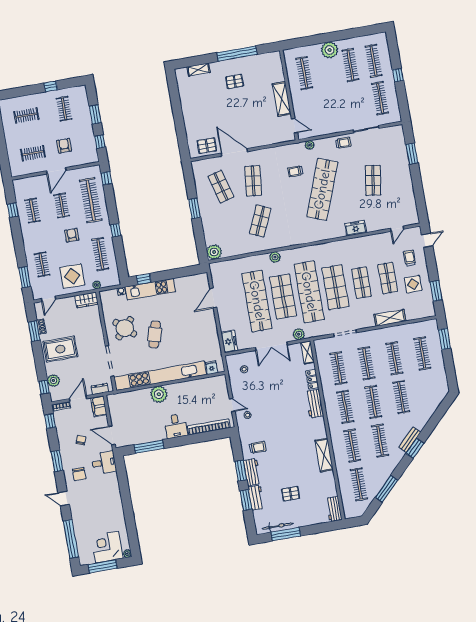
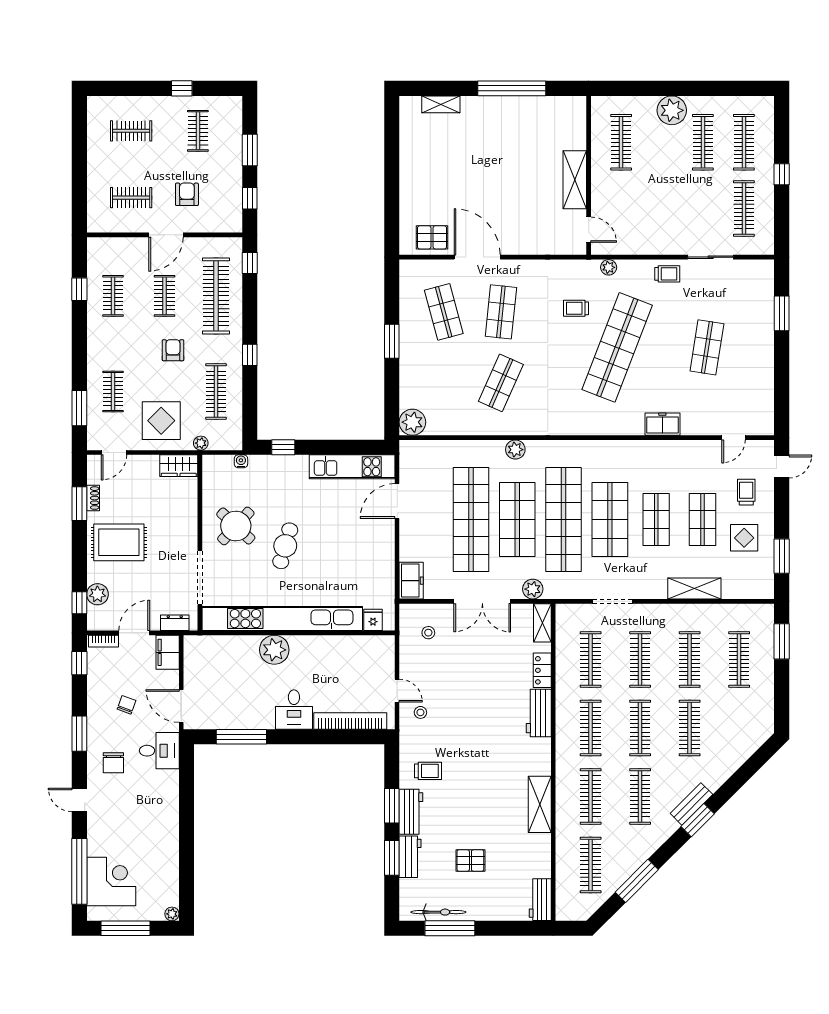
pallet: (235, 81) -> (499, 135), removed
kitchen unit: (150, 289) -> (352, 467), moved
corner desk: (107, 547) -> (111, 882), moved, turned 90

